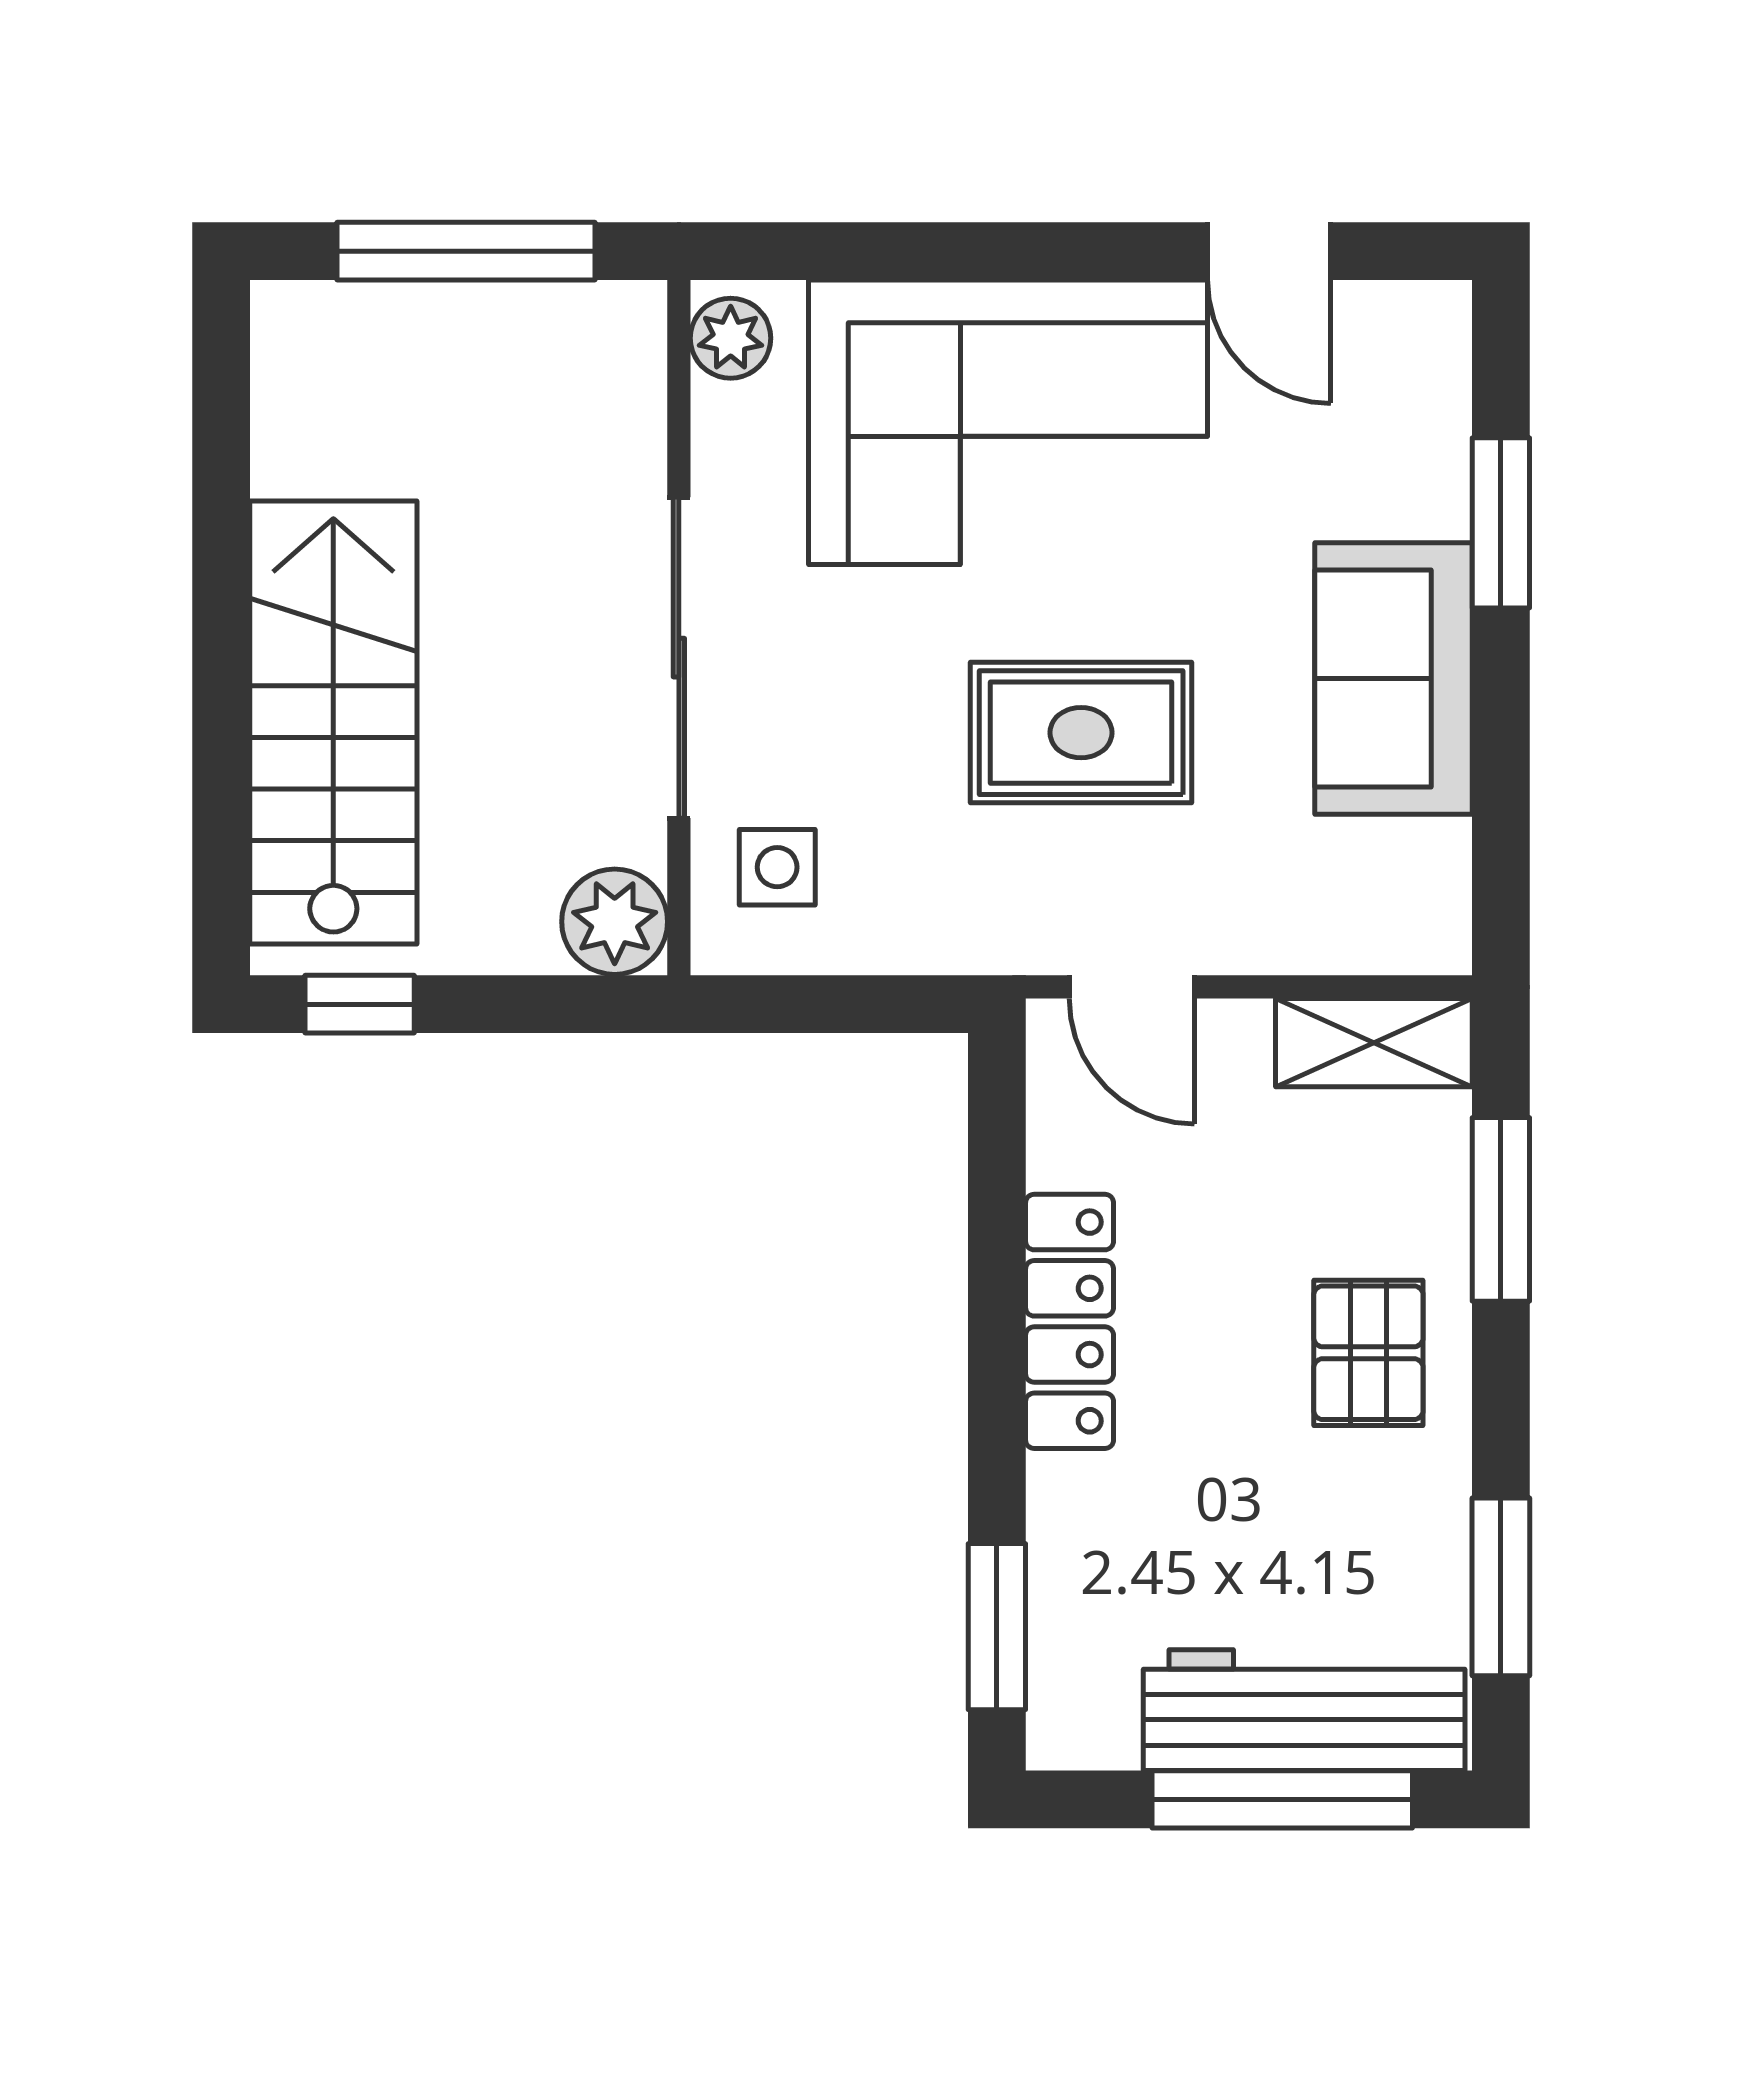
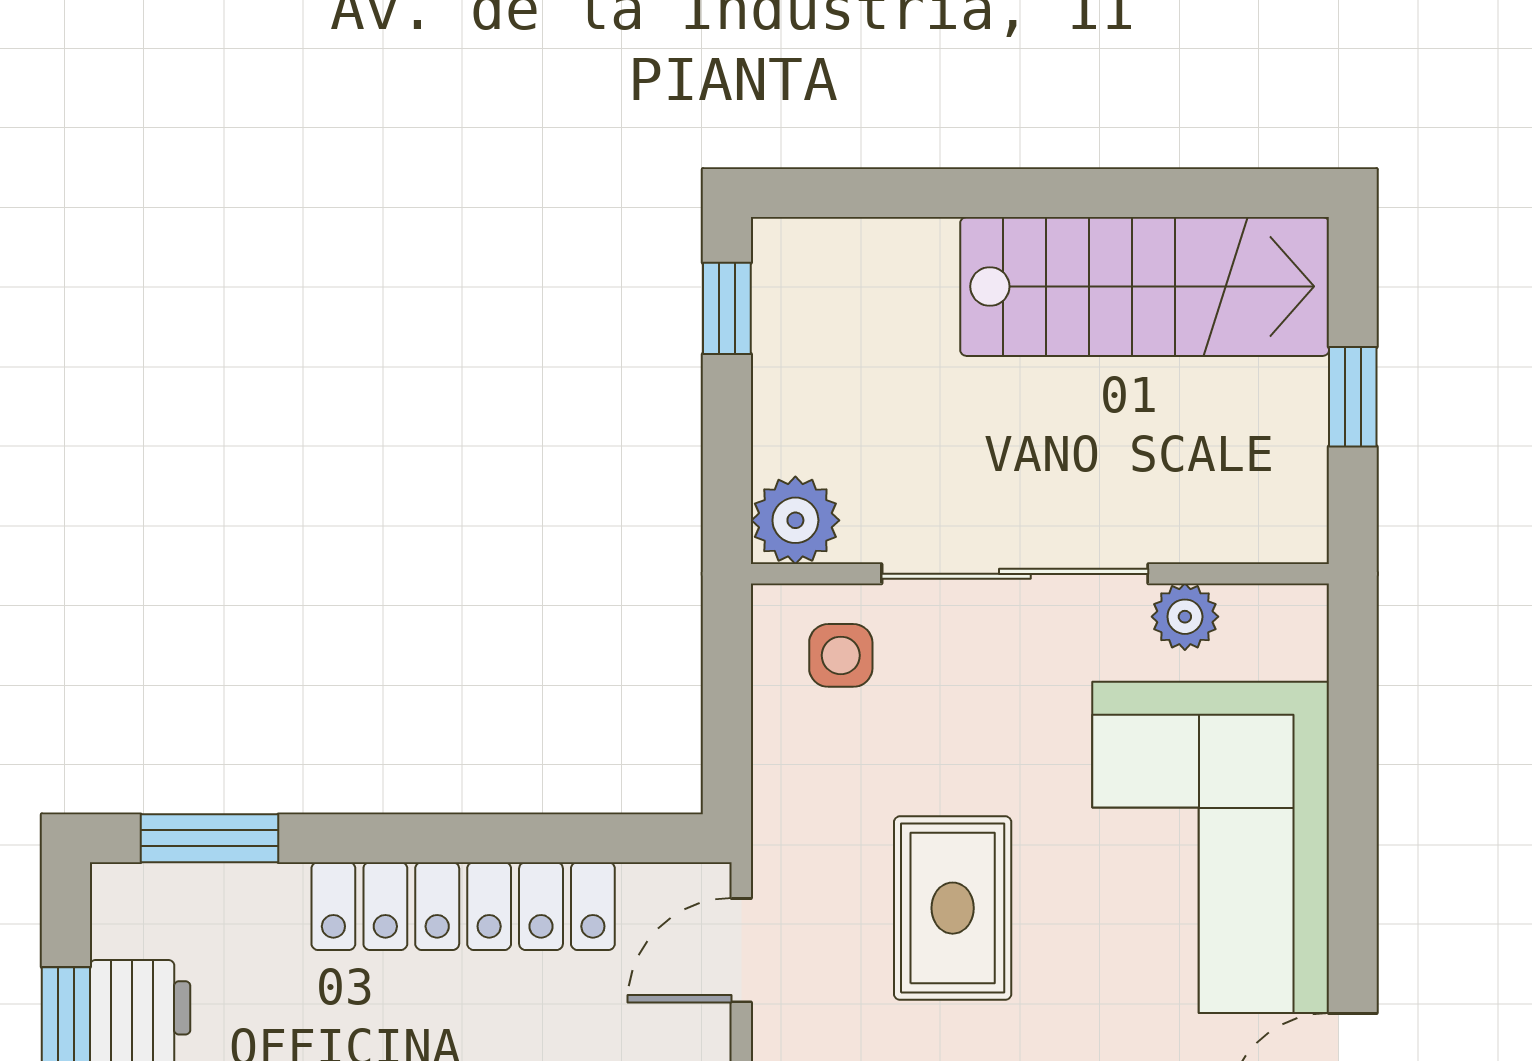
window: (466, 251) -> (1353, 397), width x0.46
plant: (731, 338) -> (1185, 617), moved
stairs: (333, 722) -> (1145, 286), moved
locker: (1070, 1321) -> (463, 906), width x1.41, depth x1.21

